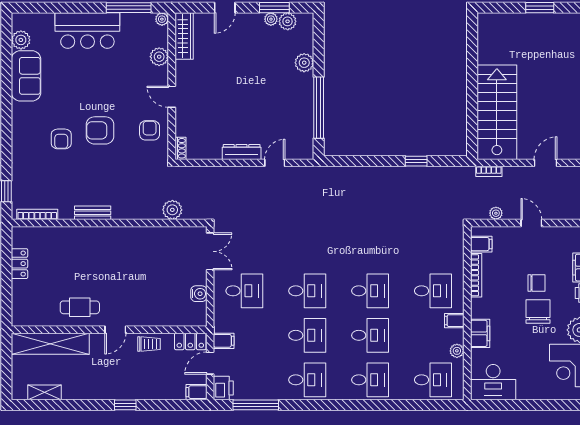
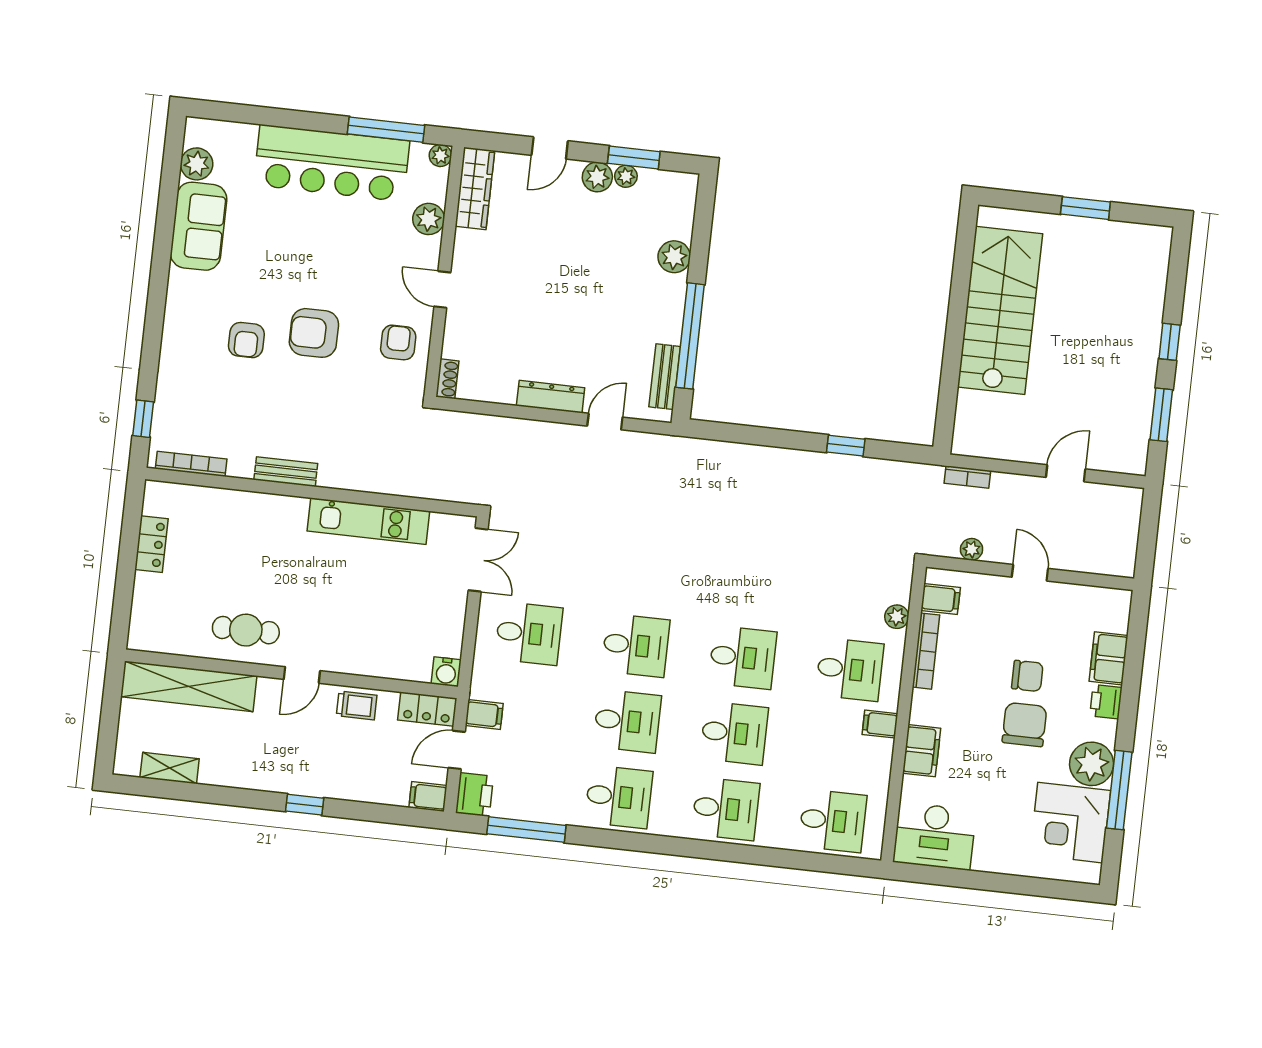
plant: (288, 21) -> (597, 177), moved
bar counter: (87, 31) -> (332, 163), width x1.36
stairs: (497, 112) -> (1000, 310), moved
bench: (306, 133) -> (665, 377), added
plant: (172, 210) -> (422, 482), removed
kitchen unit: (144, 236) -> (368, 521), added
water cooler: (199, 294) -> (446, 672), moved, turned 90
plant: (457, 351) -> (897, 617), moved

